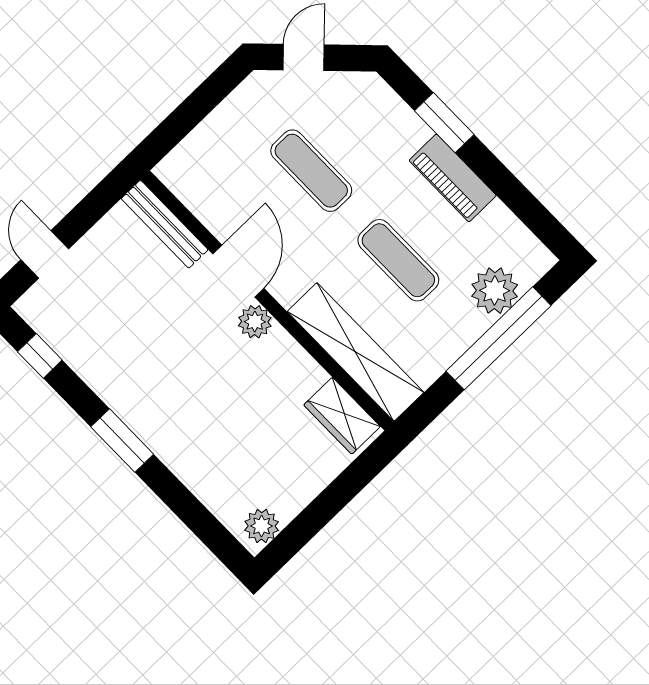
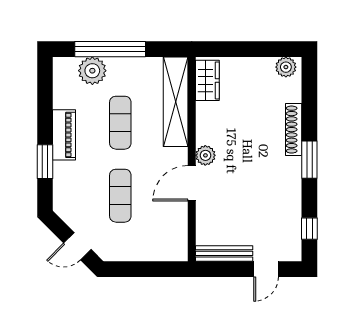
bench: (165, 224) -> (224, 253), moved, turned 90
shoe rack: (177, 459) -> (294, 130), added

